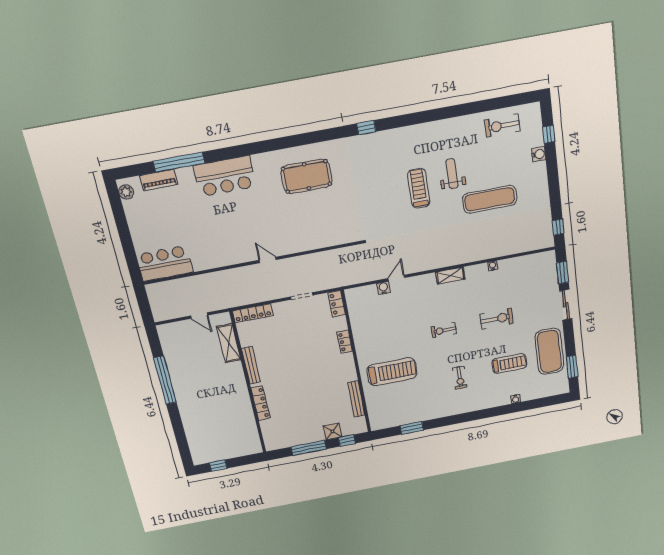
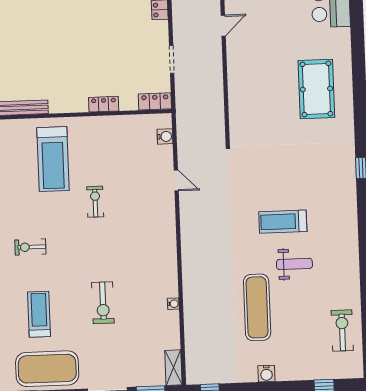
water cooler: (539, 154) -> (266, 374), moved
treadmill: (419, 188) -> (283, 222), turned 180
shelving: (450, 276) -> (173, 368), moved
water cooler: (383, 288) -> (165, 136), moved
exercise bike: (444, 330) -> (95, 202), moved
treadmill: (509, 364) -> (39, 314), turned 180

